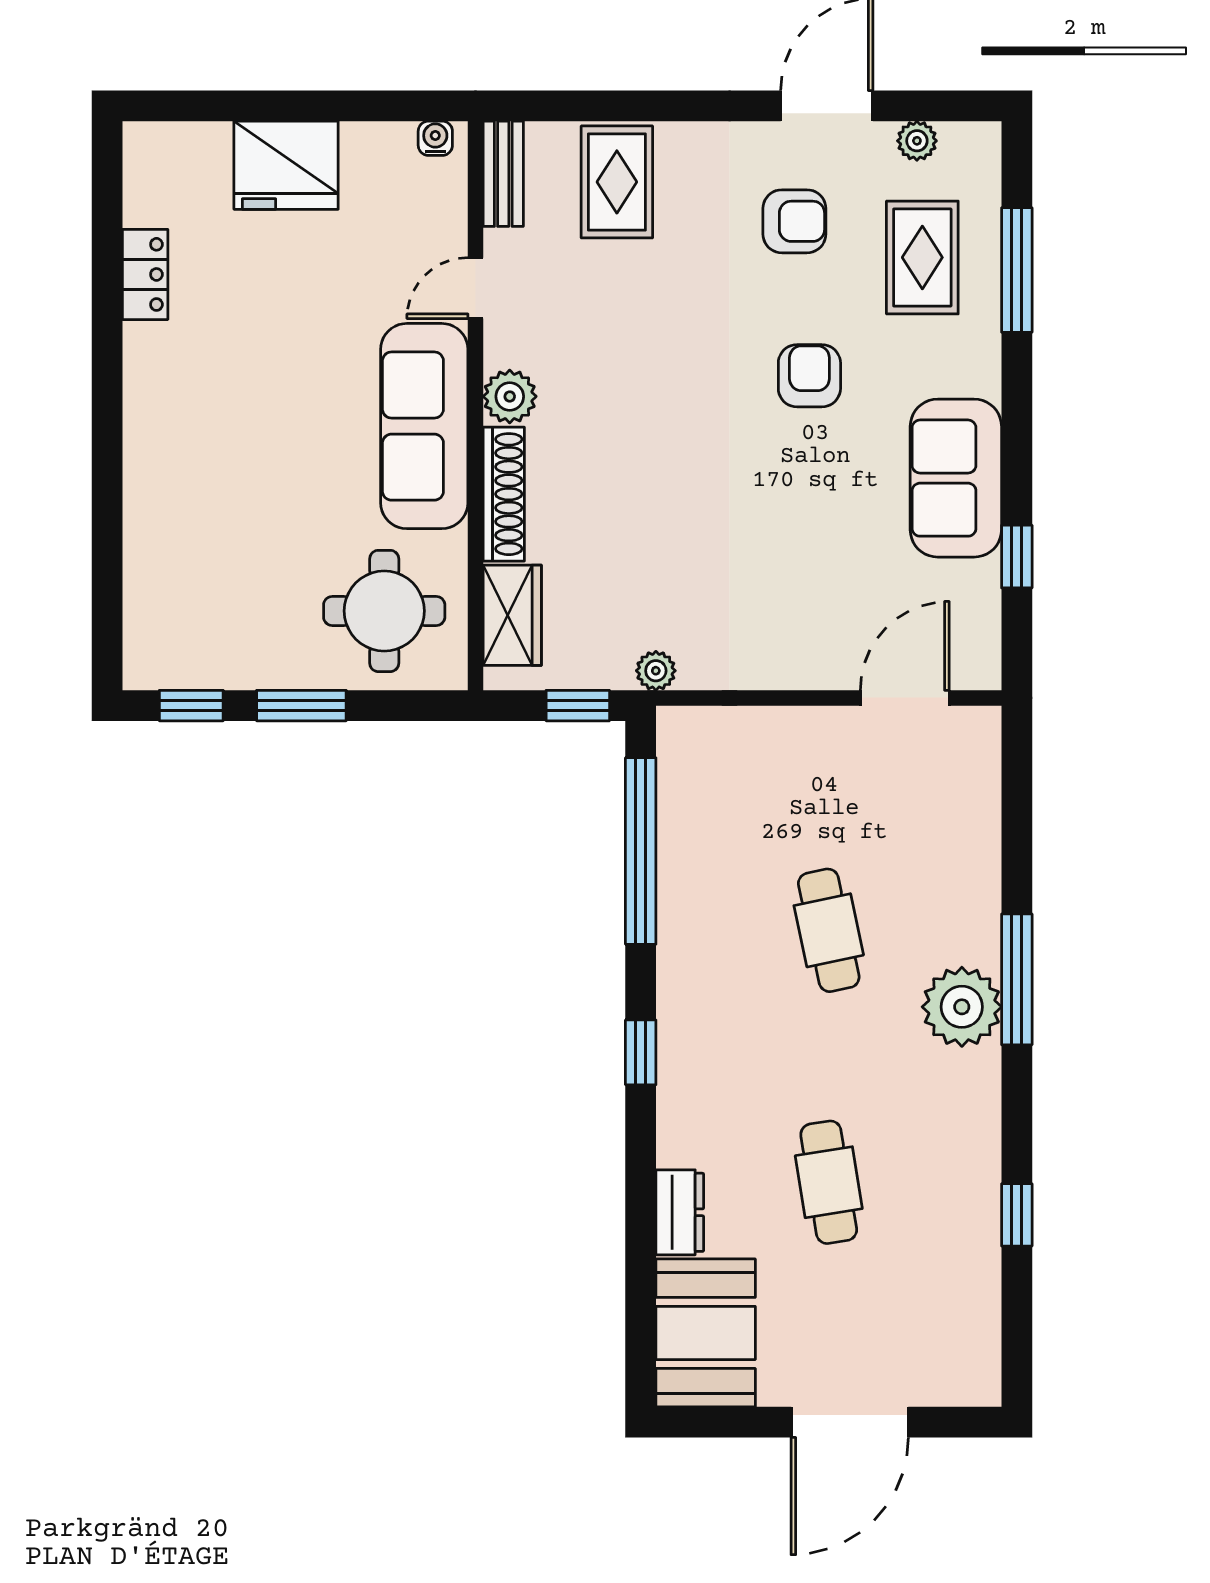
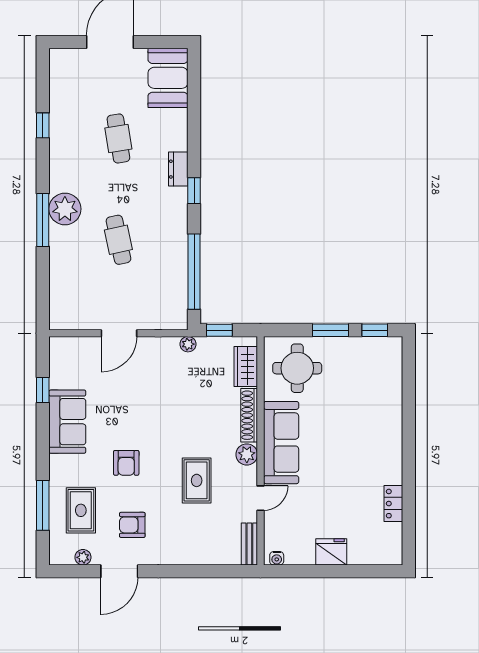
fridge: (286, 165) -> (331, 552), width x0.73, depth x0.75
rug: (617, 182) -> (197, 480), moved
door: (905, 698) -> (119, 333), moved
dresser: (680, 1212) -> (178, 169), moved

